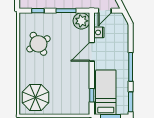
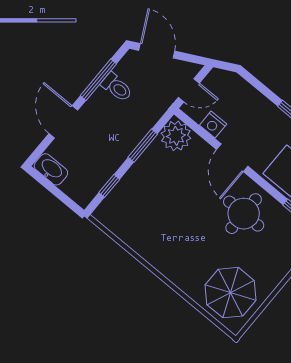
door: (105, 11) -> (189, 90), hinge flipped
round table: (38, 44) -> (244, 214), moved, turned 31

